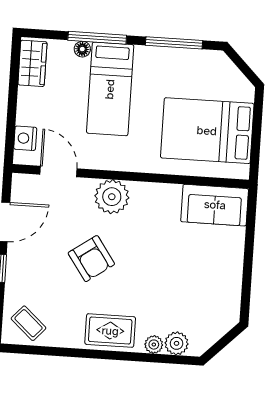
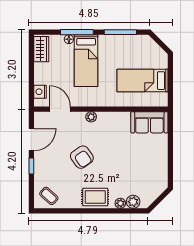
bed: (207, 131) -> (142, 81), width x0.67
plant: (112, 197) -> (91, 117), width x0.53, depth x0.53

